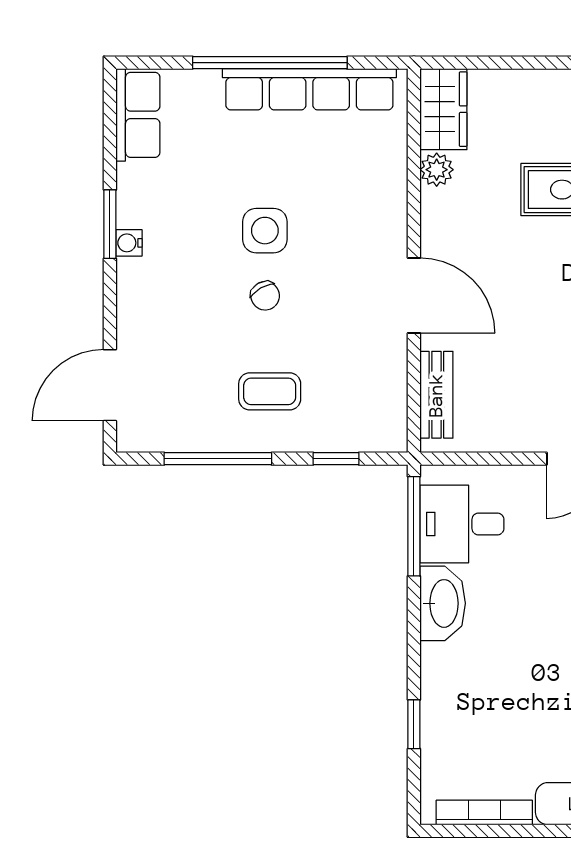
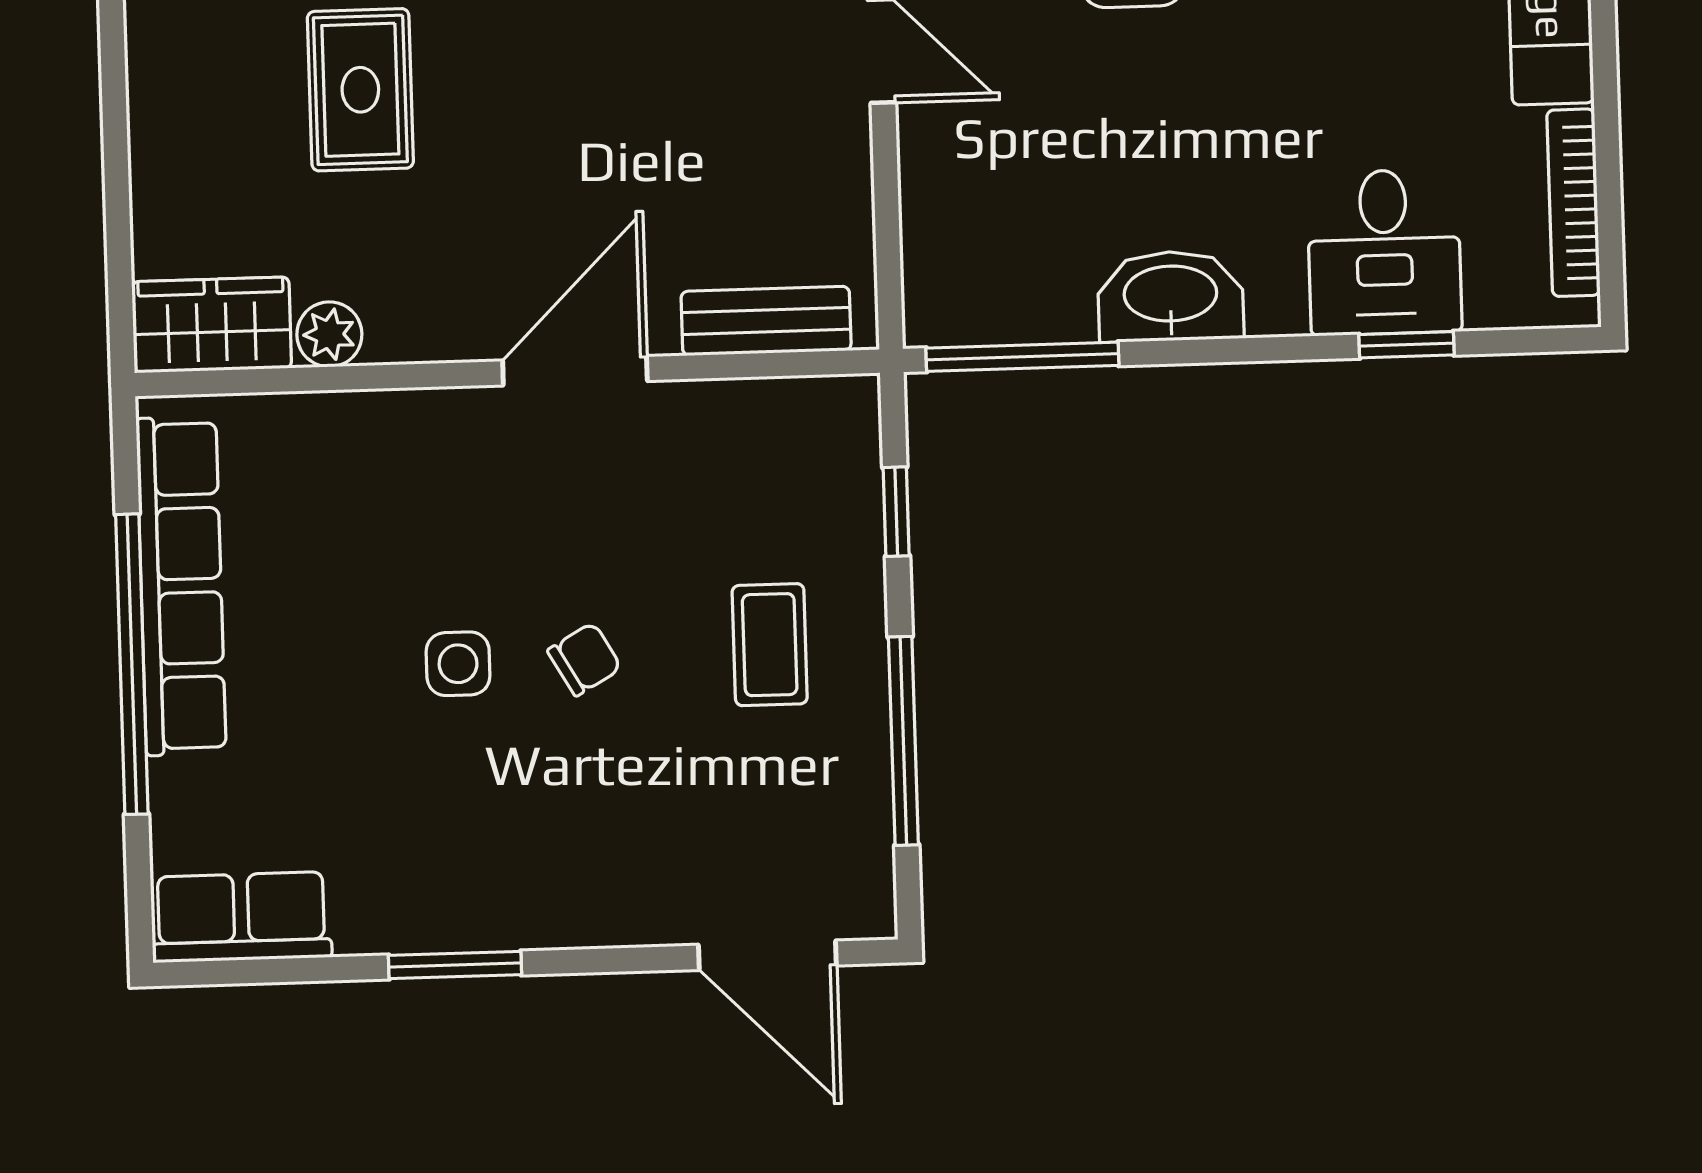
side table: (265, 231) -> (458, 664), width x0.73, depth x0.73
water cooler: (129, 243) -> (490, 927), removed
desk: (462, 524) -> (1384, 252), moved

